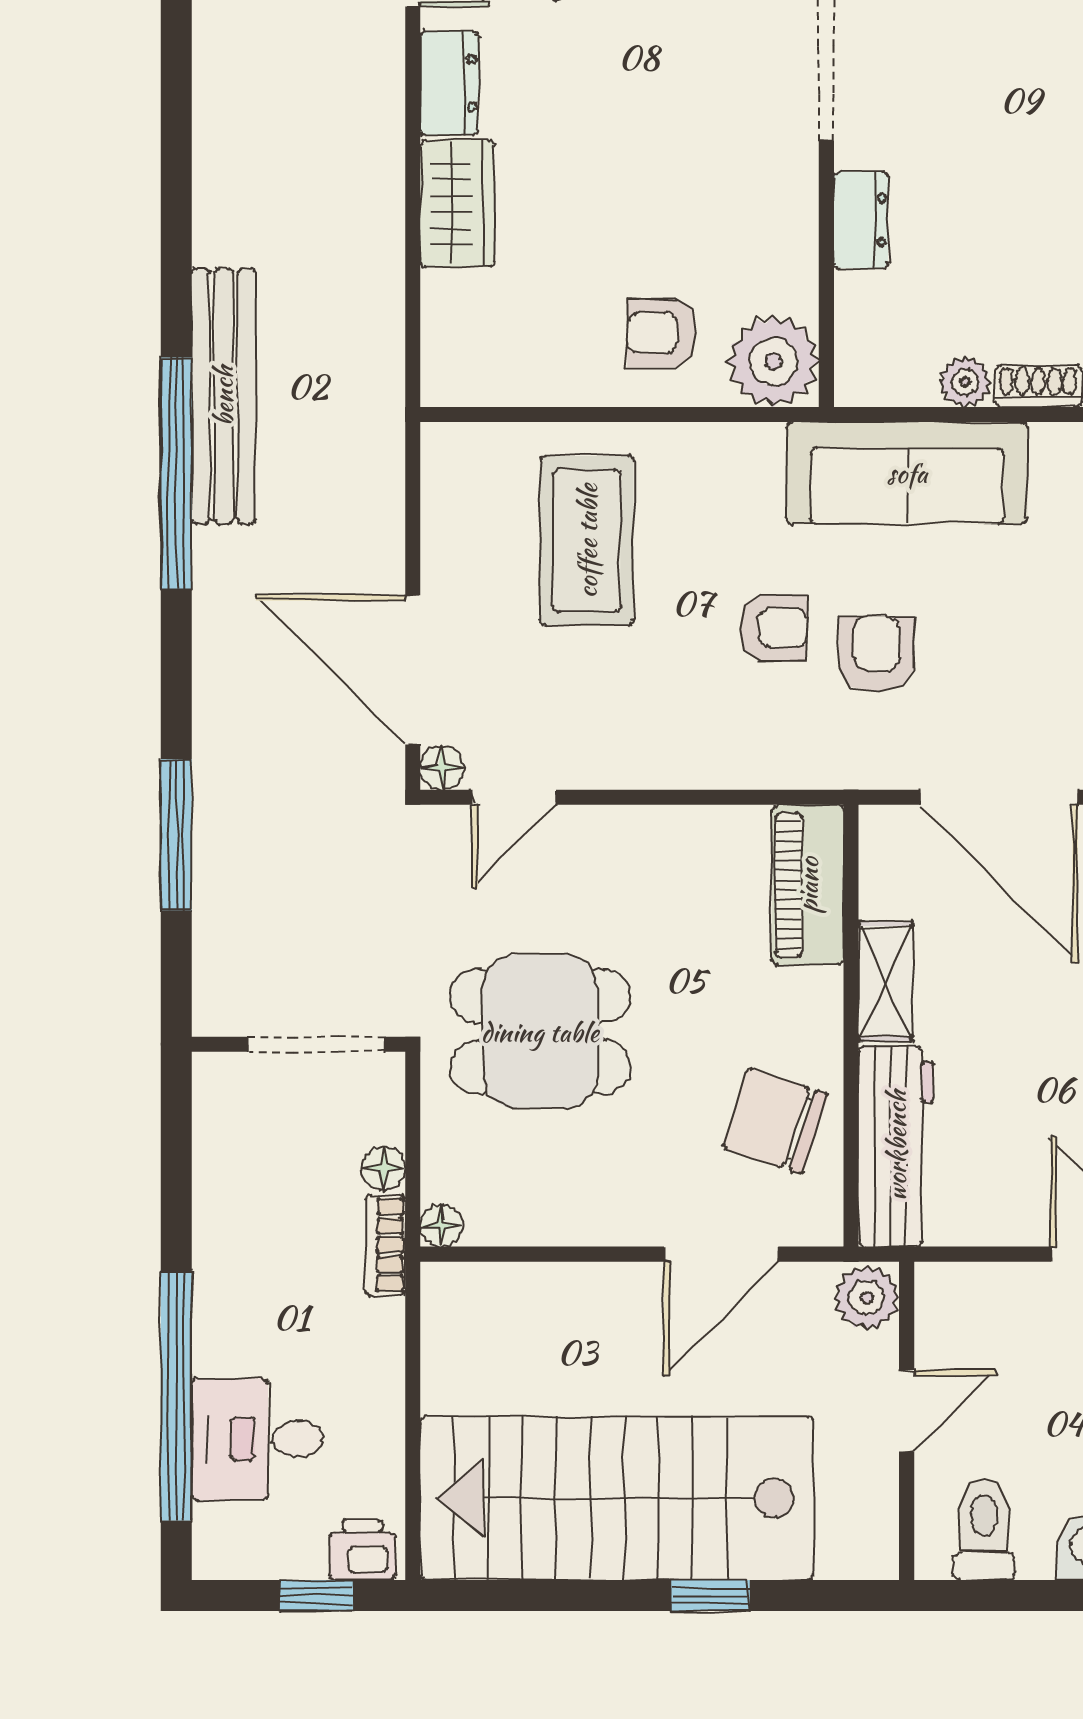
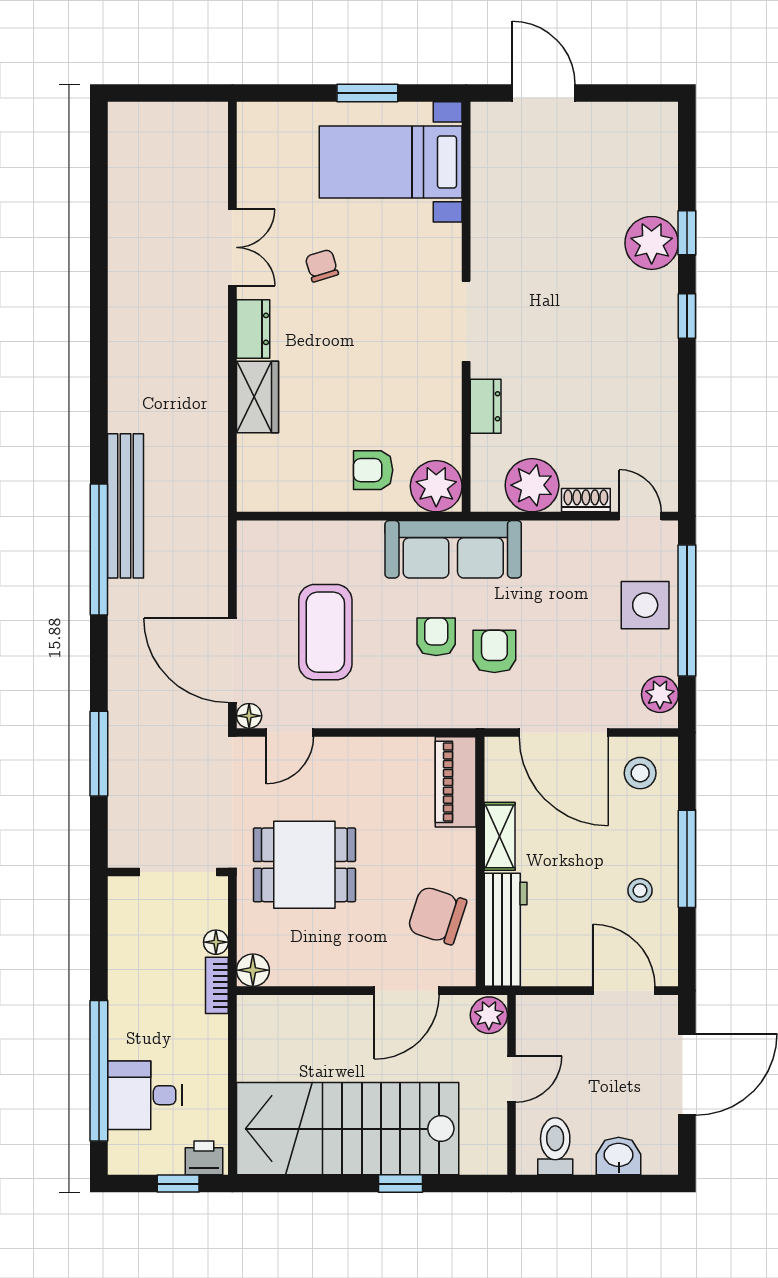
plant: (965, 382) -> (532, 485), width x1.87, depth x1.87
sofa: (907, 473) -> (453, 549), moved
coffee table: (587, 541) -> (325, 632), moved
armchair: (773, 628) -> (436, 637), turned -90
floor lamp: (441, 1226) -> (253, 970), width x1.37, depth x1.37

